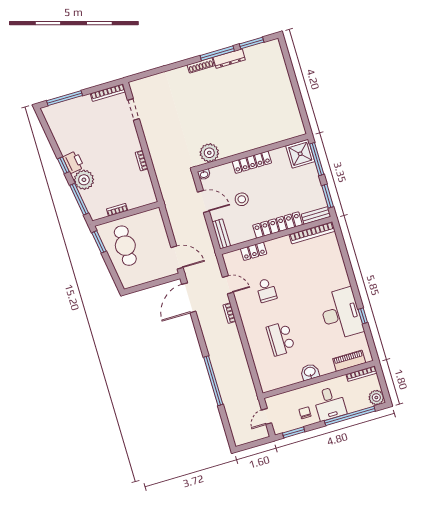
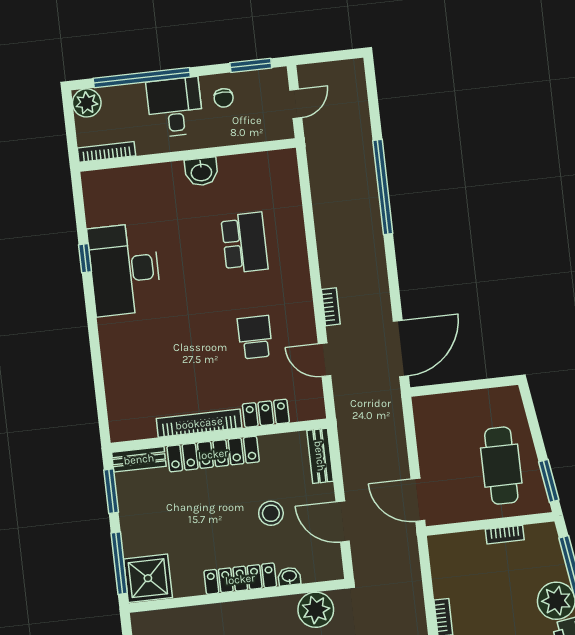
washbasin: (204, 174) -> (289, 576), moved
bookcase: (312, 233) -> (199, 423), moved
door: (177, 258) -> (418, 500), moved
piano: (349, 361) -> (125, 180), removed

